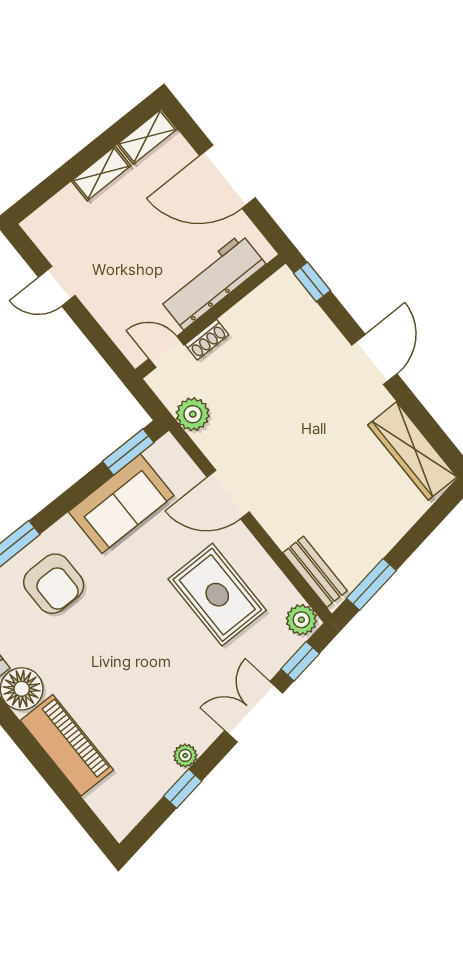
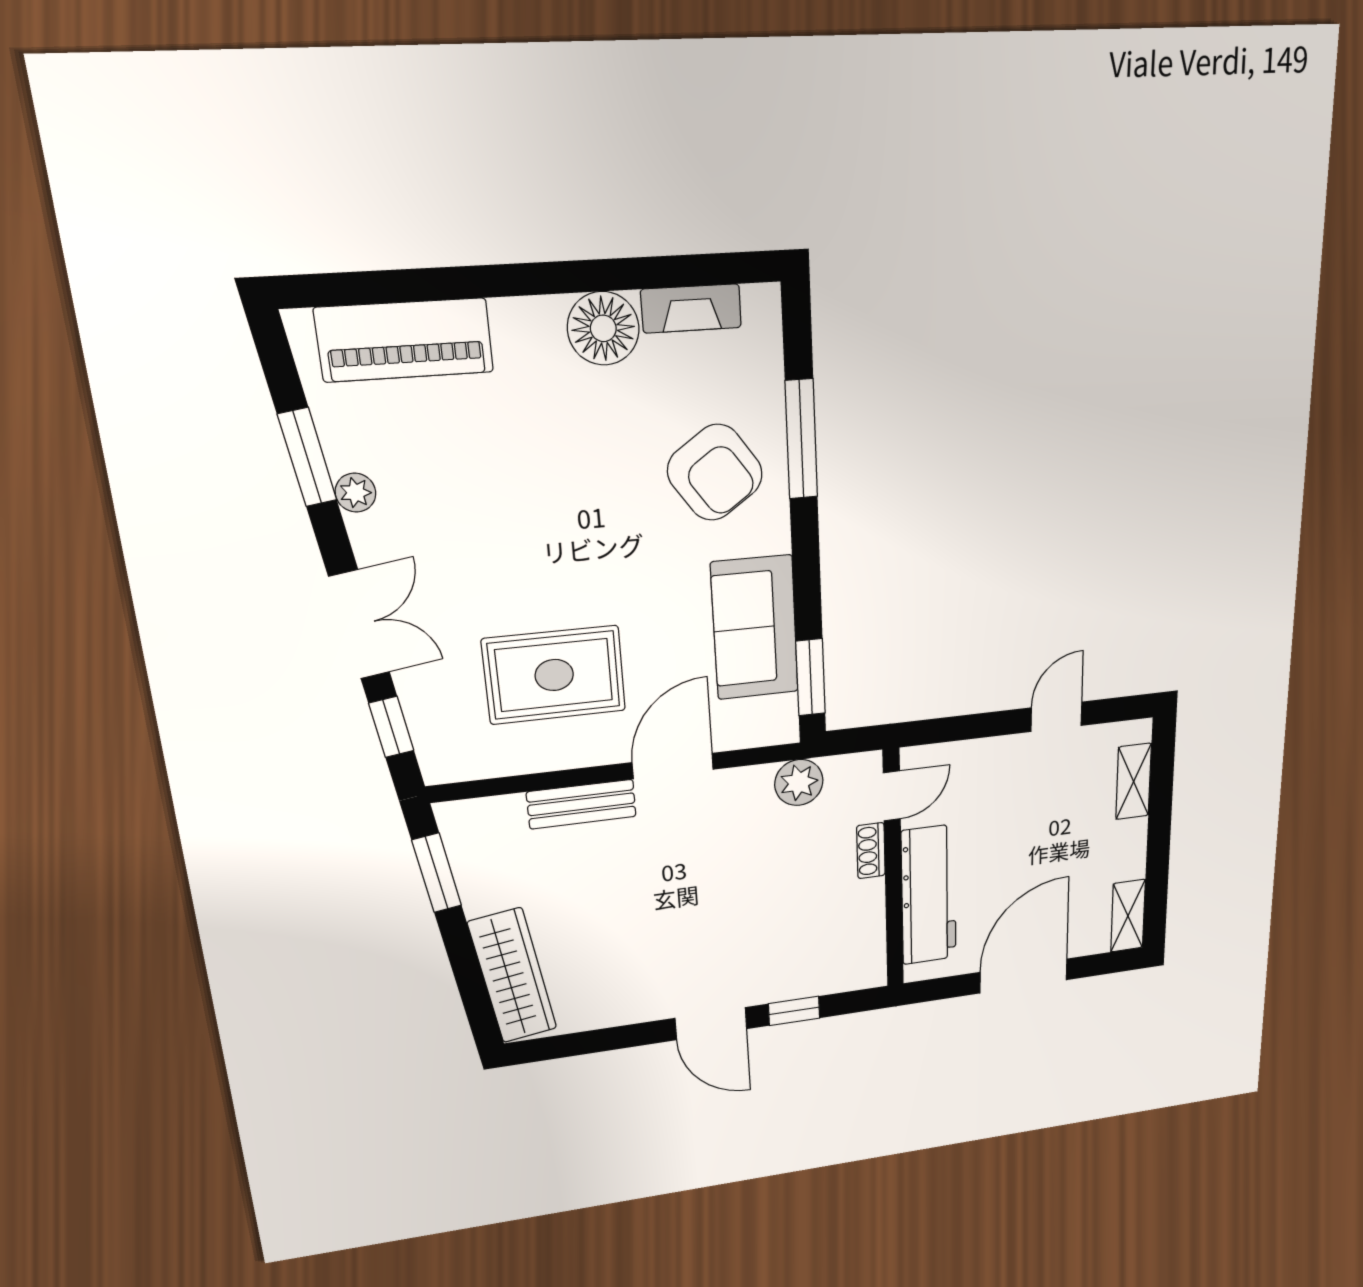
shelving: (101, 173) -> (1134, 781), moved
window: (312, 282) -> (794, 1011), moved
wardrobe: (412, 451) -> (512, 976), moved, turned 82
bench: (315, 572) -> (581, 804), moved
armchair: (54, 584) -> (715, 472), turned -125
plant: (301, 620) -> (448, 761), removed
piano: (67, 745) -> (405, 340), moved
window: (183, 789) -> (307, 457), width x1.50

